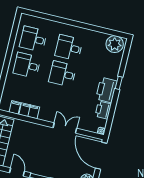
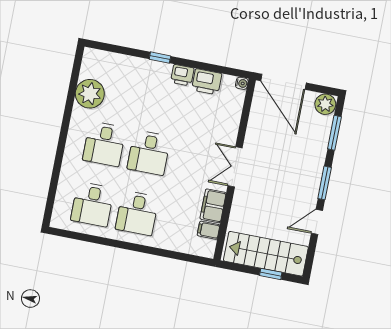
plant: (115, 44) -> (90, 94), moved
printer: (106, 90) -> (182, 75), width x0.53, depth x0.68
double door: (65, 128) -> (235, 167), moved
door: (101, 156) -> (283, 82), hinge flipped

